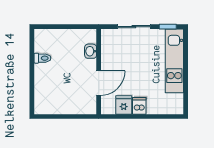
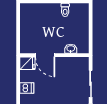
fridge: (124, 105) -> (27, 63), moved

